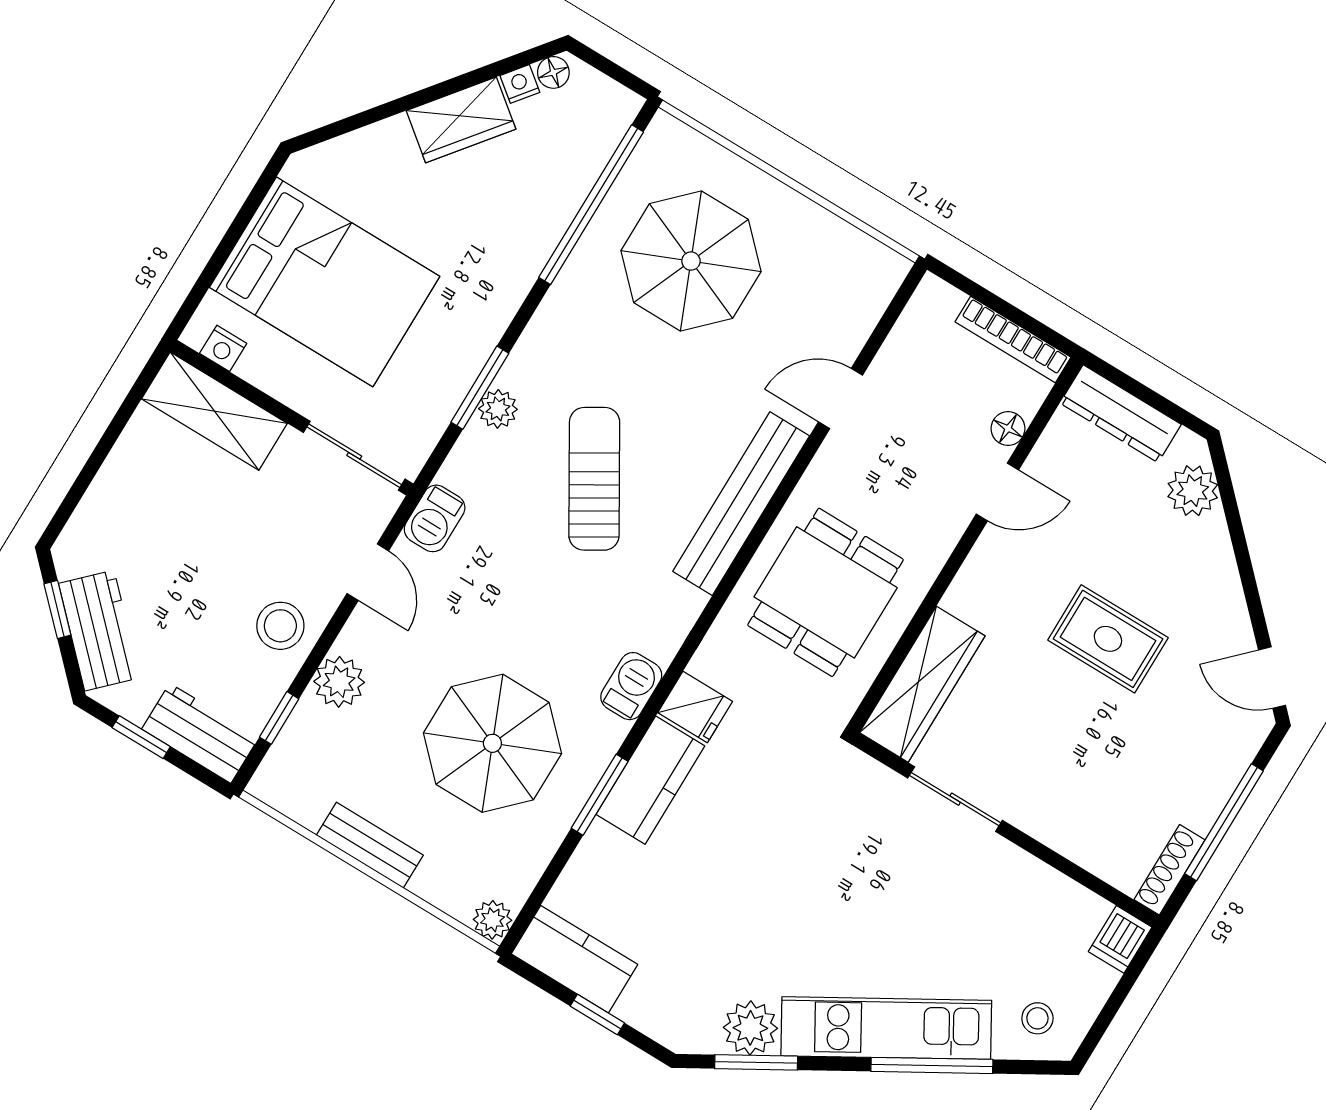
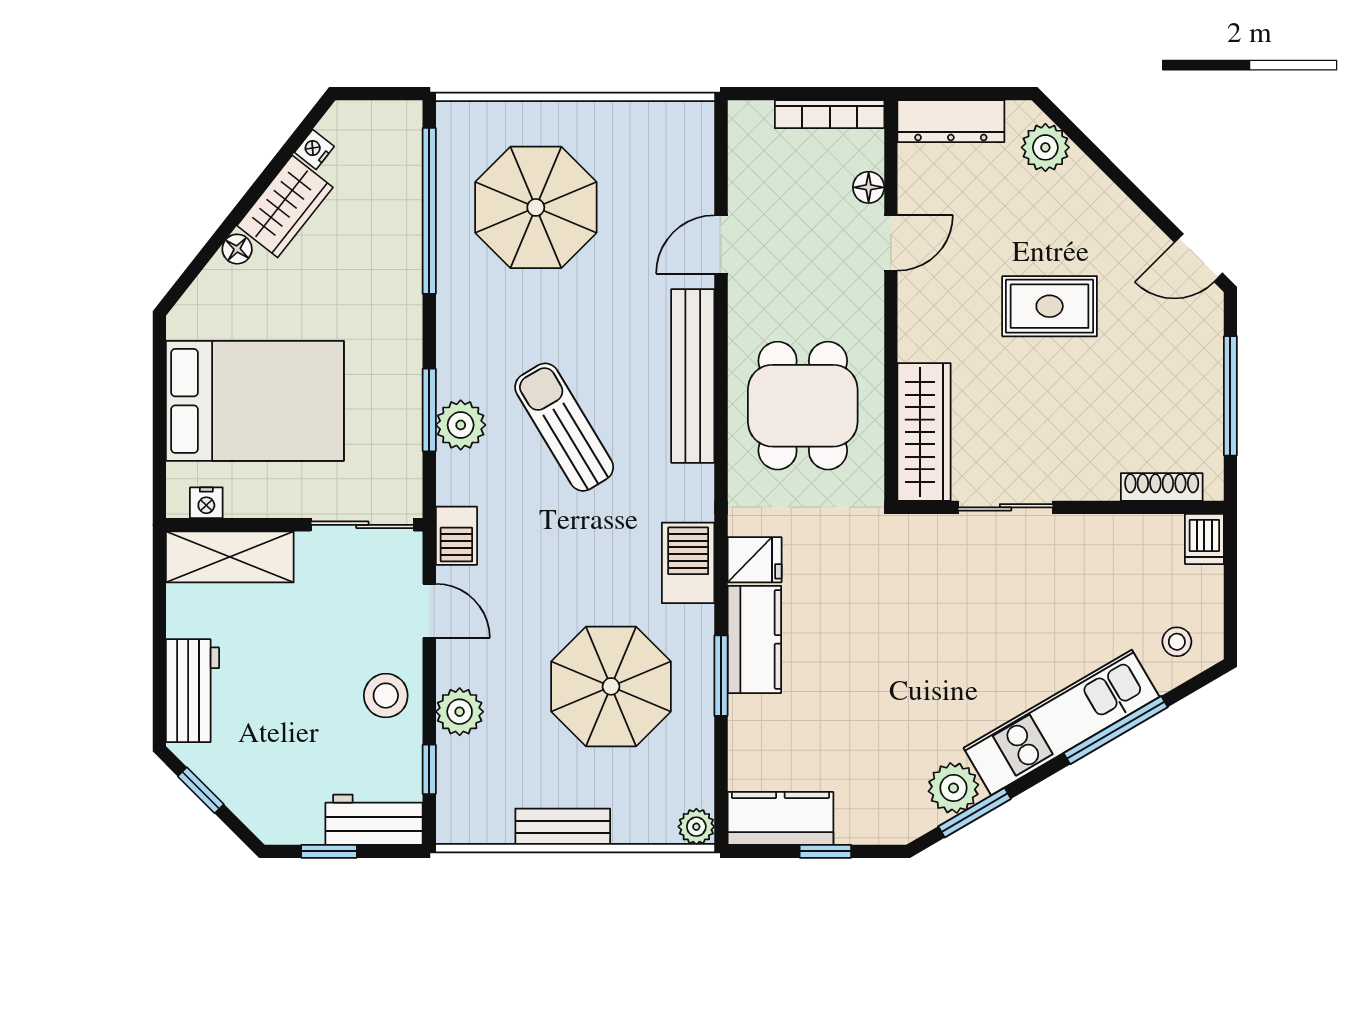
floor lamp: (553, 72) -> (237, 249), moved
plant: (498, 409) -> (461, 425), width x1.38, depth x1.38
workbench: (99, 631) -> (192, 691), moved, turned 45
barbecue: (631, 686) -> (688, 563), width x1.38, depth x1.27
shoe rack: (1169, 870) -> (1162, 487), moved, turned 90

